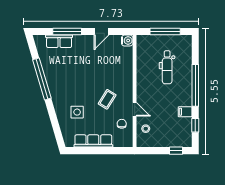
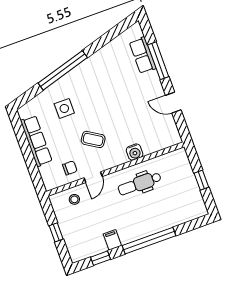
window: (165, 31) -> (201, 180), width x0.46
water cooler: (127, 41) -> (135, 152), moved
dental chair: (167, 67) -> (140, 184), moved
window: (42, 79) -> (63, 70), moved
window: (176, 151) -> (56, 232), moved

